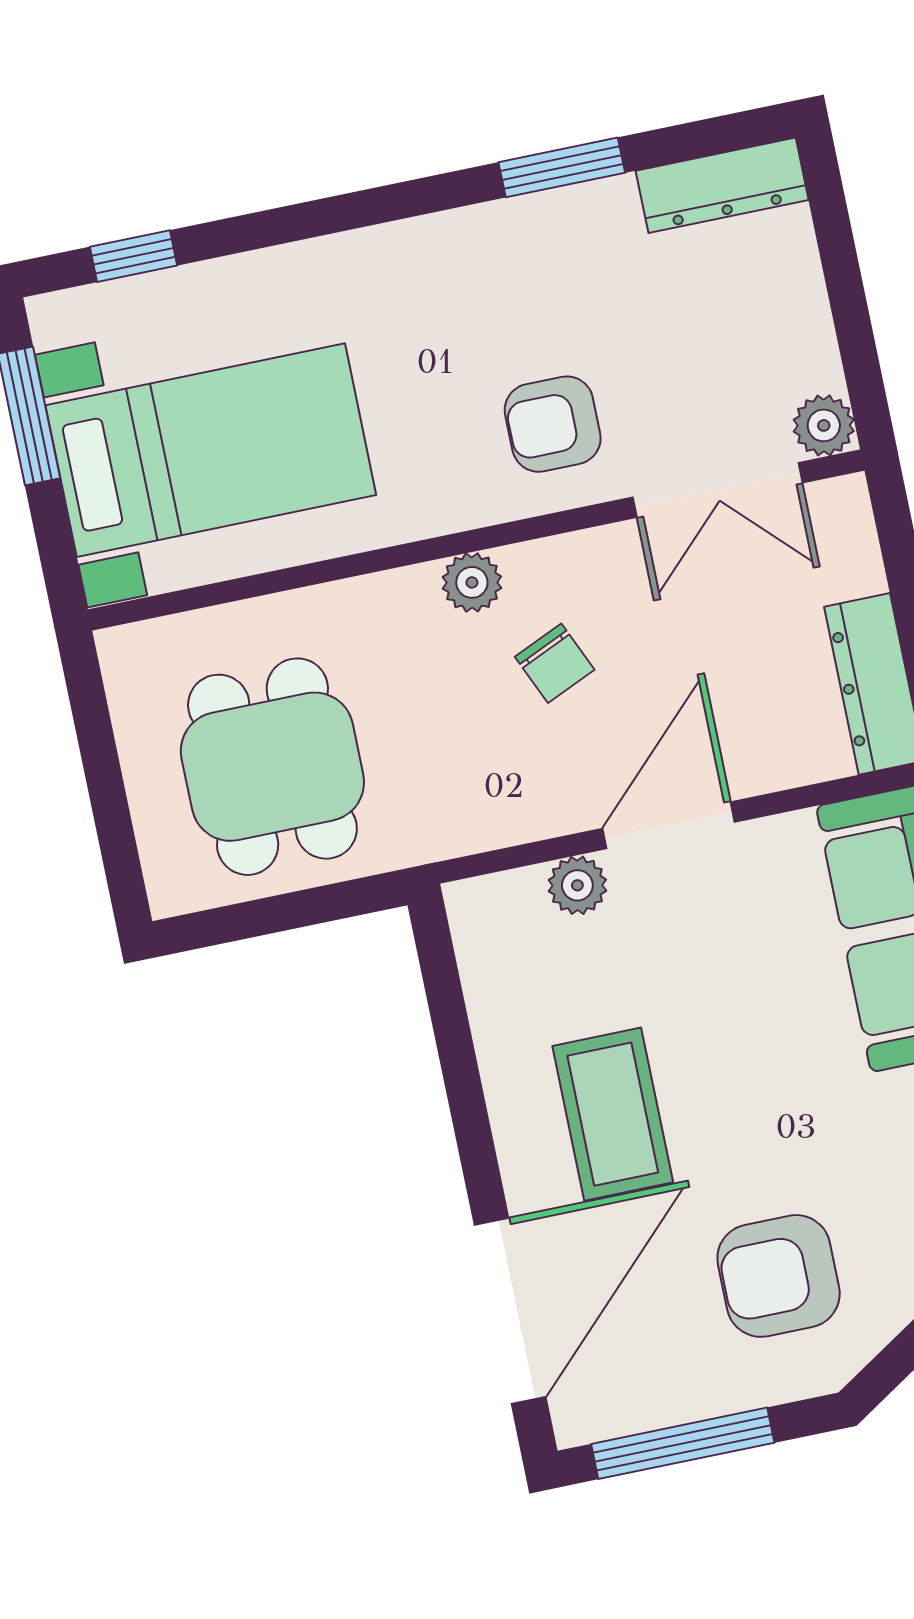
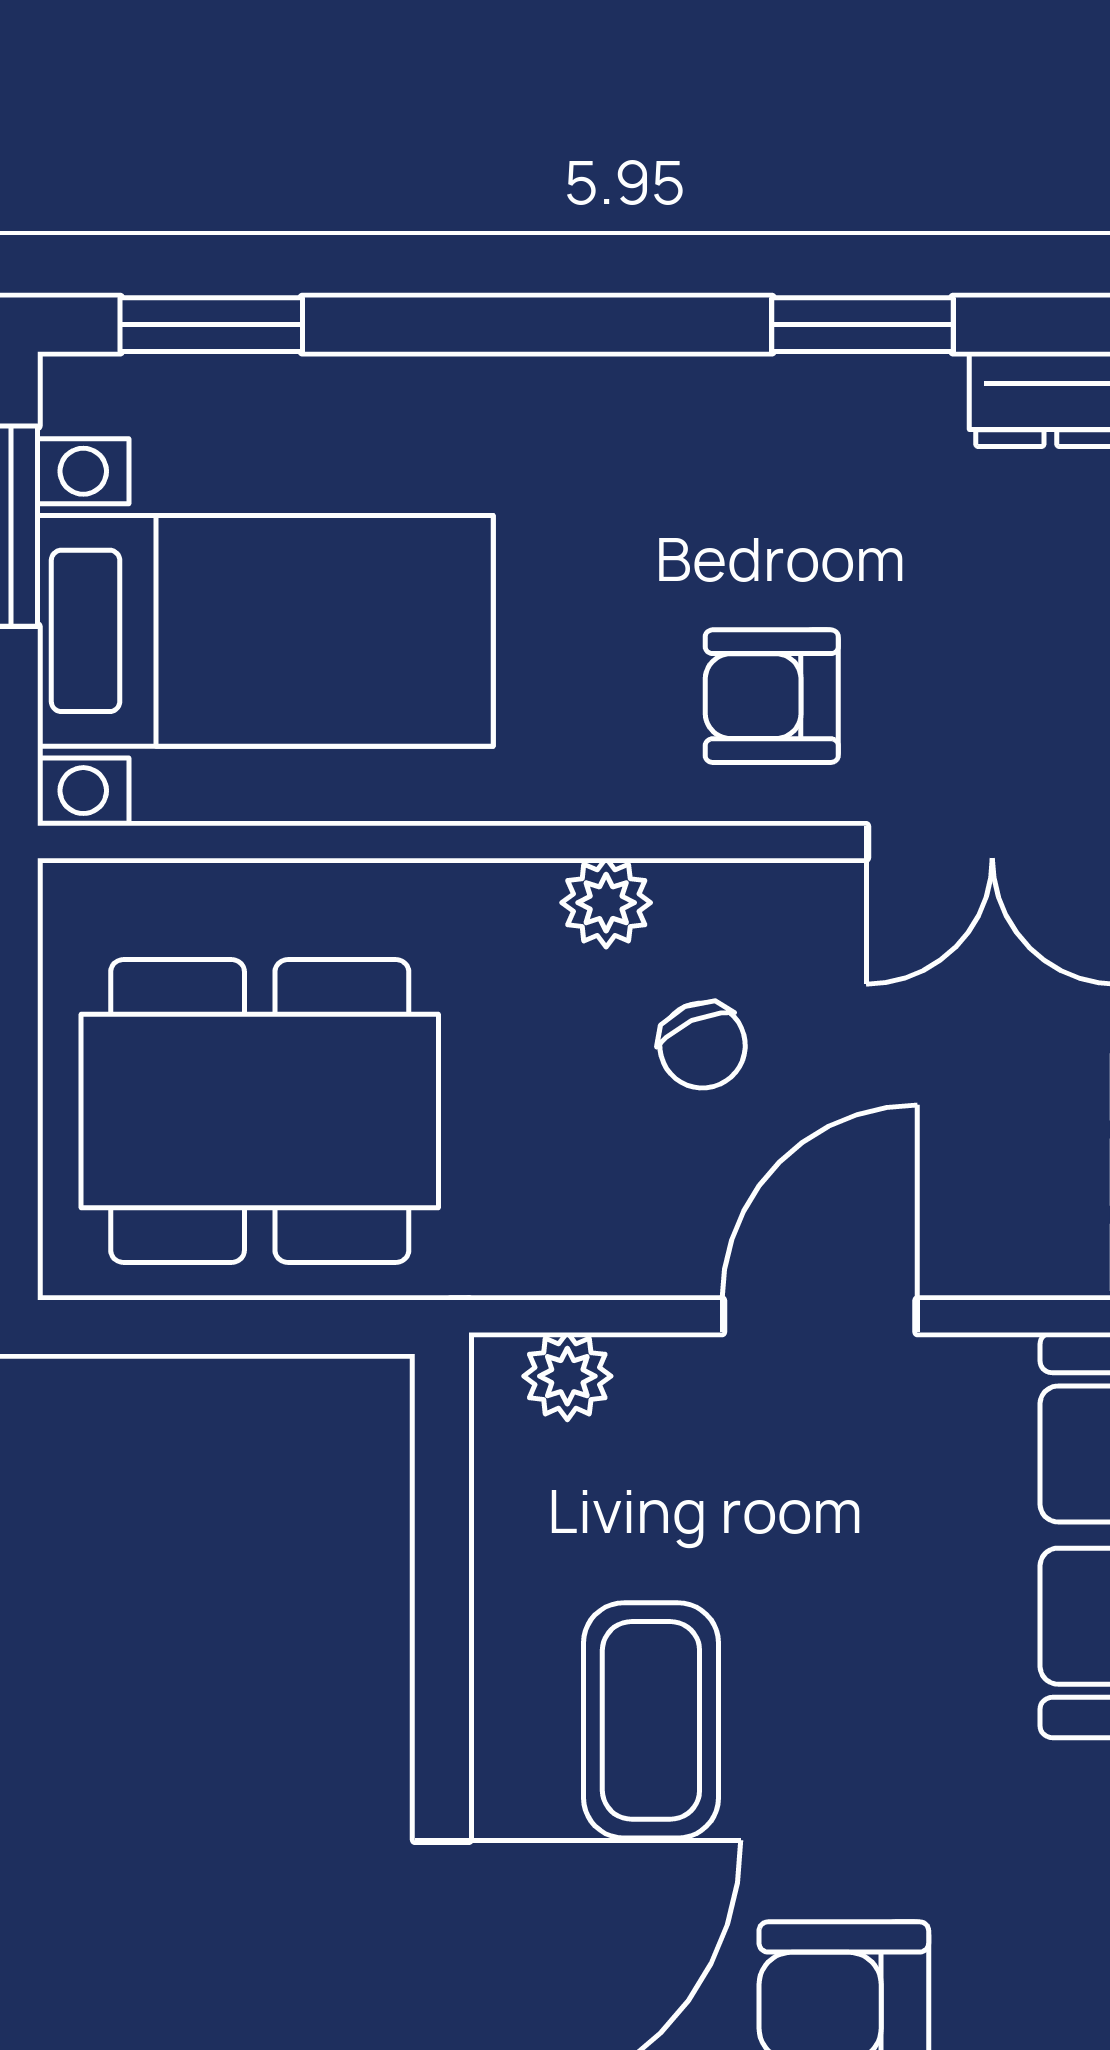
window: (133, 256) -> (211, 325), width x1.50
dining table: (272, 767) -> (260, 1111), width x1.38
plant: (577, 885) -> (567, 1376), moved

